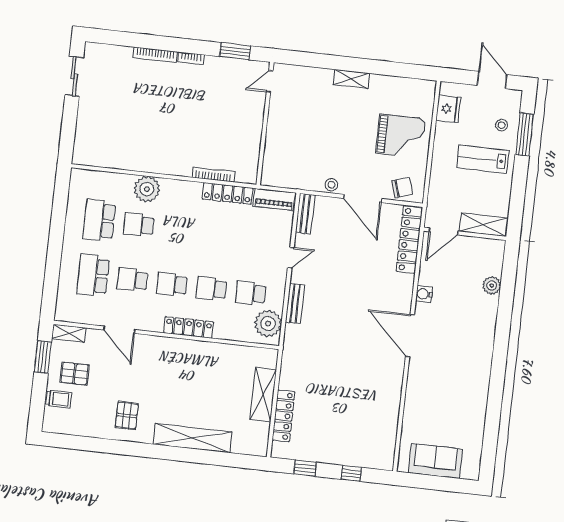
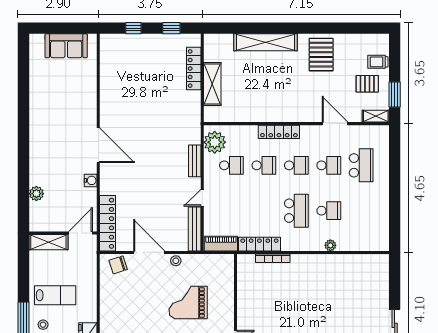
grand piano: (401, 136) -> (188, 303), moved
plant: (147, 189) -> (330, 245), width x0.53, depth x0.53
bench: (305, 214) -> (195, 229), width x1.36
school desk: (99, 220) -> (296, 211), moved
pallet: (127, 416) -> (321, 55), width x1.50, depth x1.42

